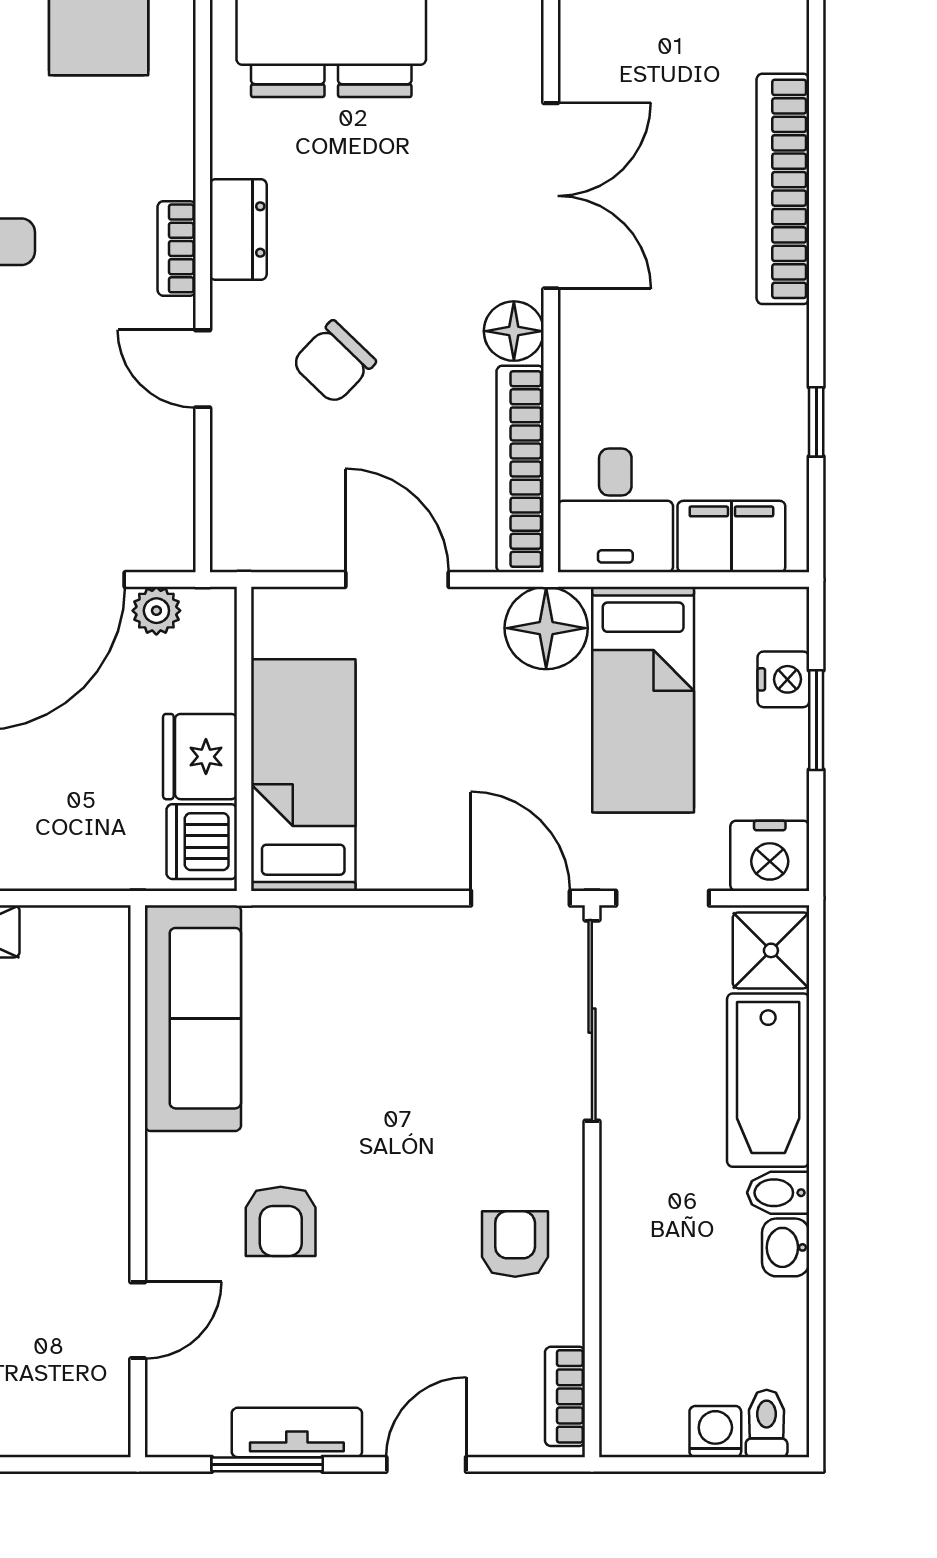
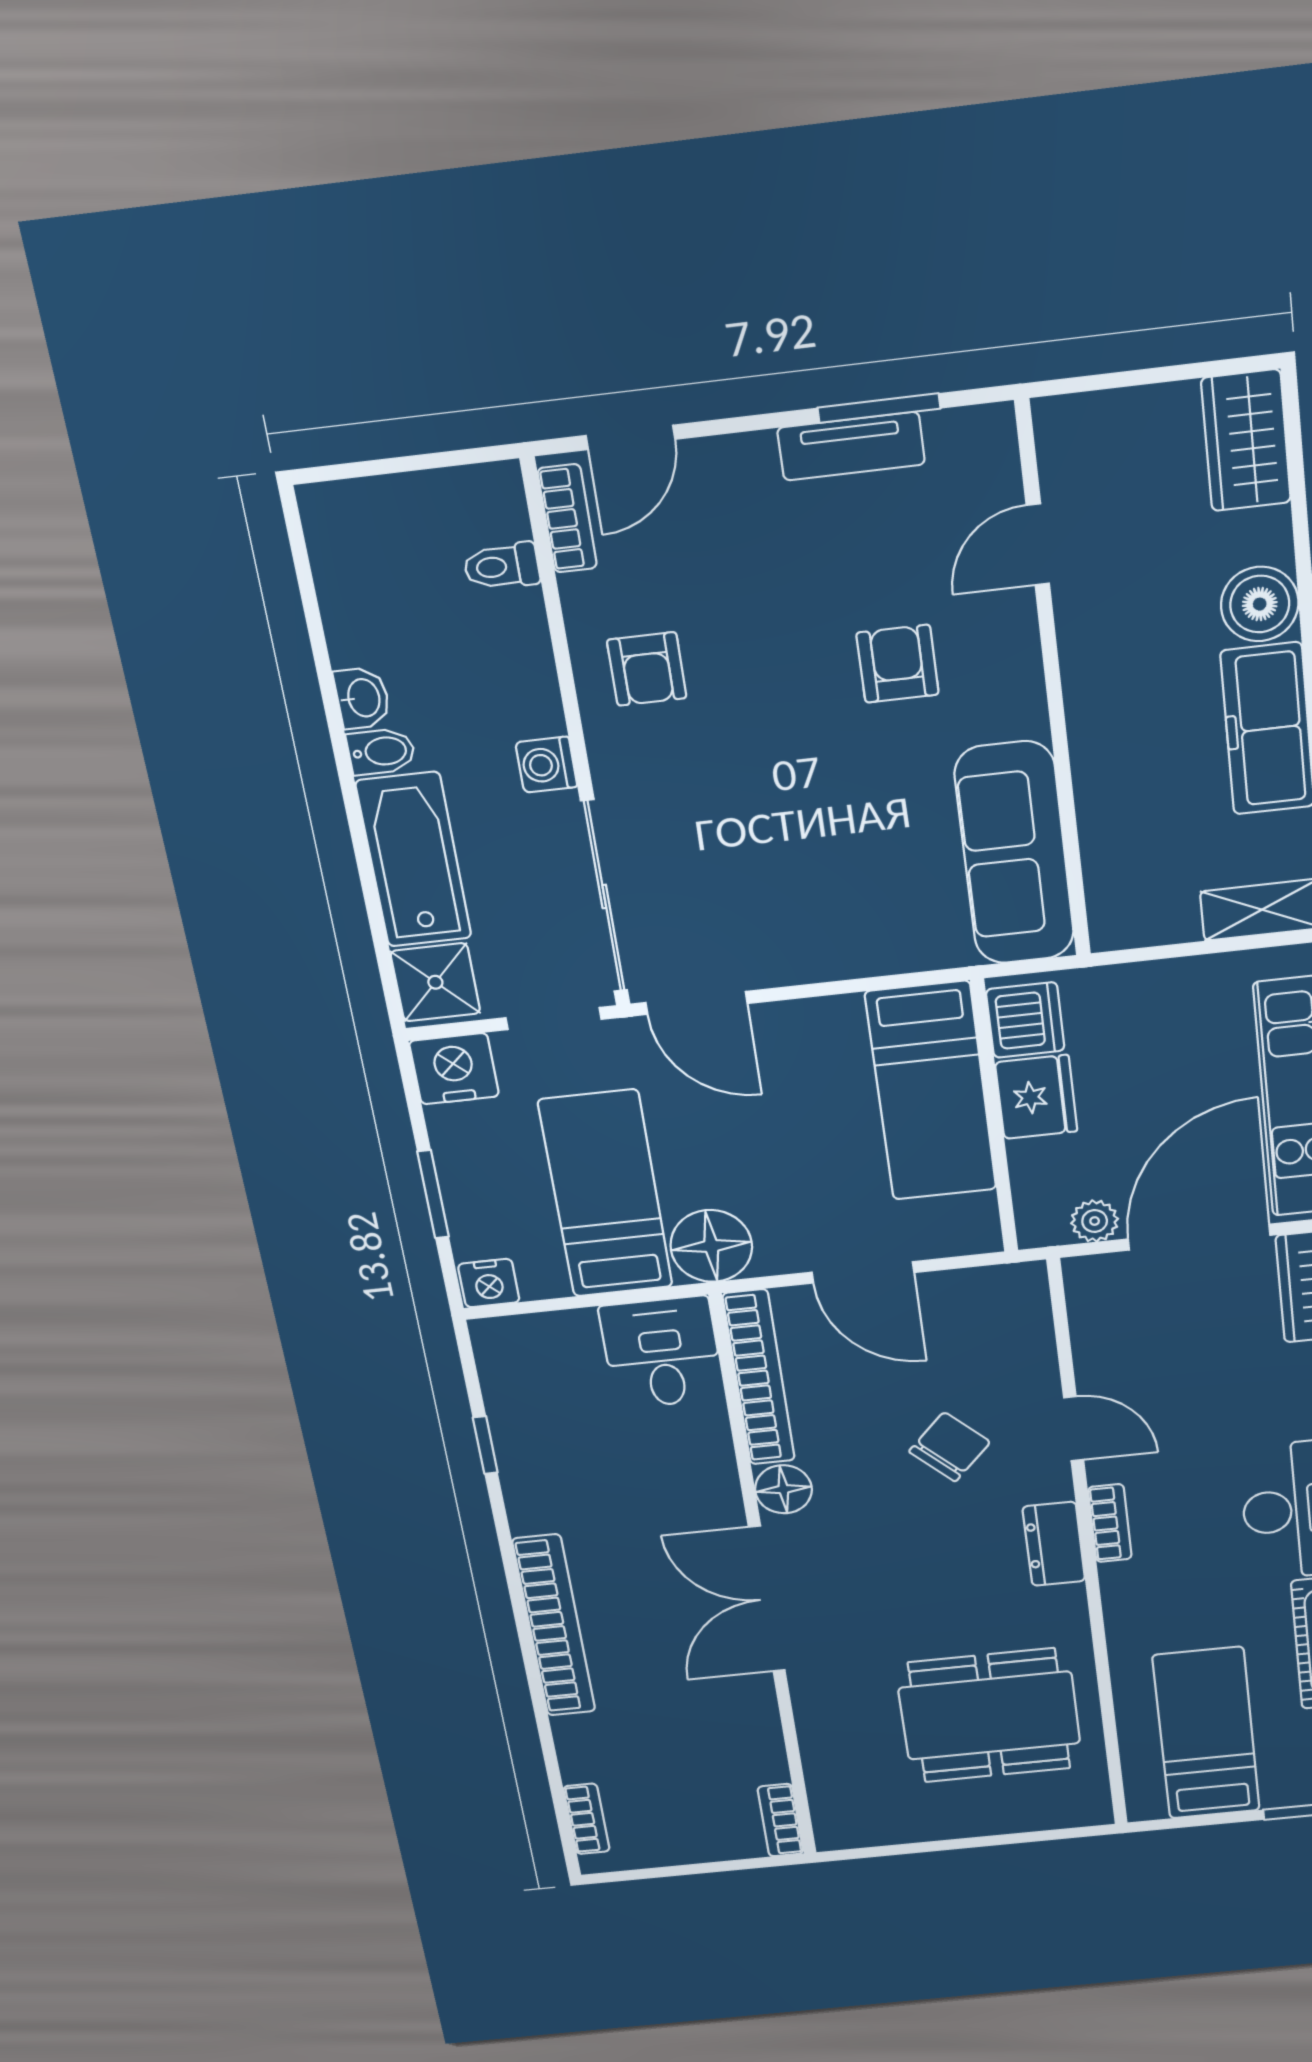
filing cabinet: (731, 537) -> (547, 1342), removed
nightstand: (783, 679) -> (489, 1283), moved, turned -90
toilet: (767, 1424) -> (502, 566), moved, turned 90
washing machine: (715, 1432) -> (546, 765), moved, turned 90
door: (426, 1464) -> (630, 437), moved

